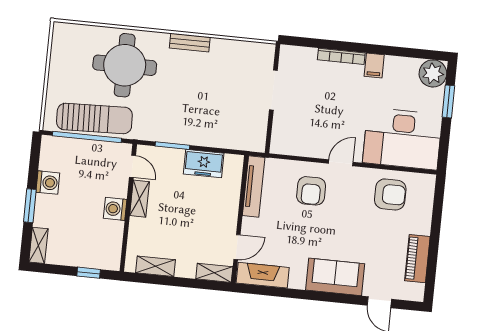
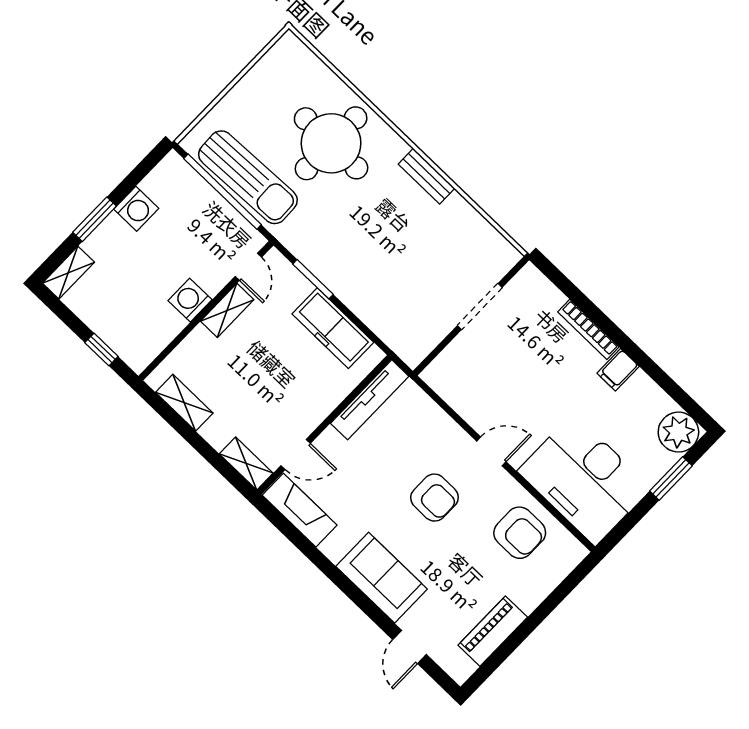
freezer: (204, 164) -> (333, 328), width x1.40
armchair: (311, 191) -> (434, 498), moved, turned -90

